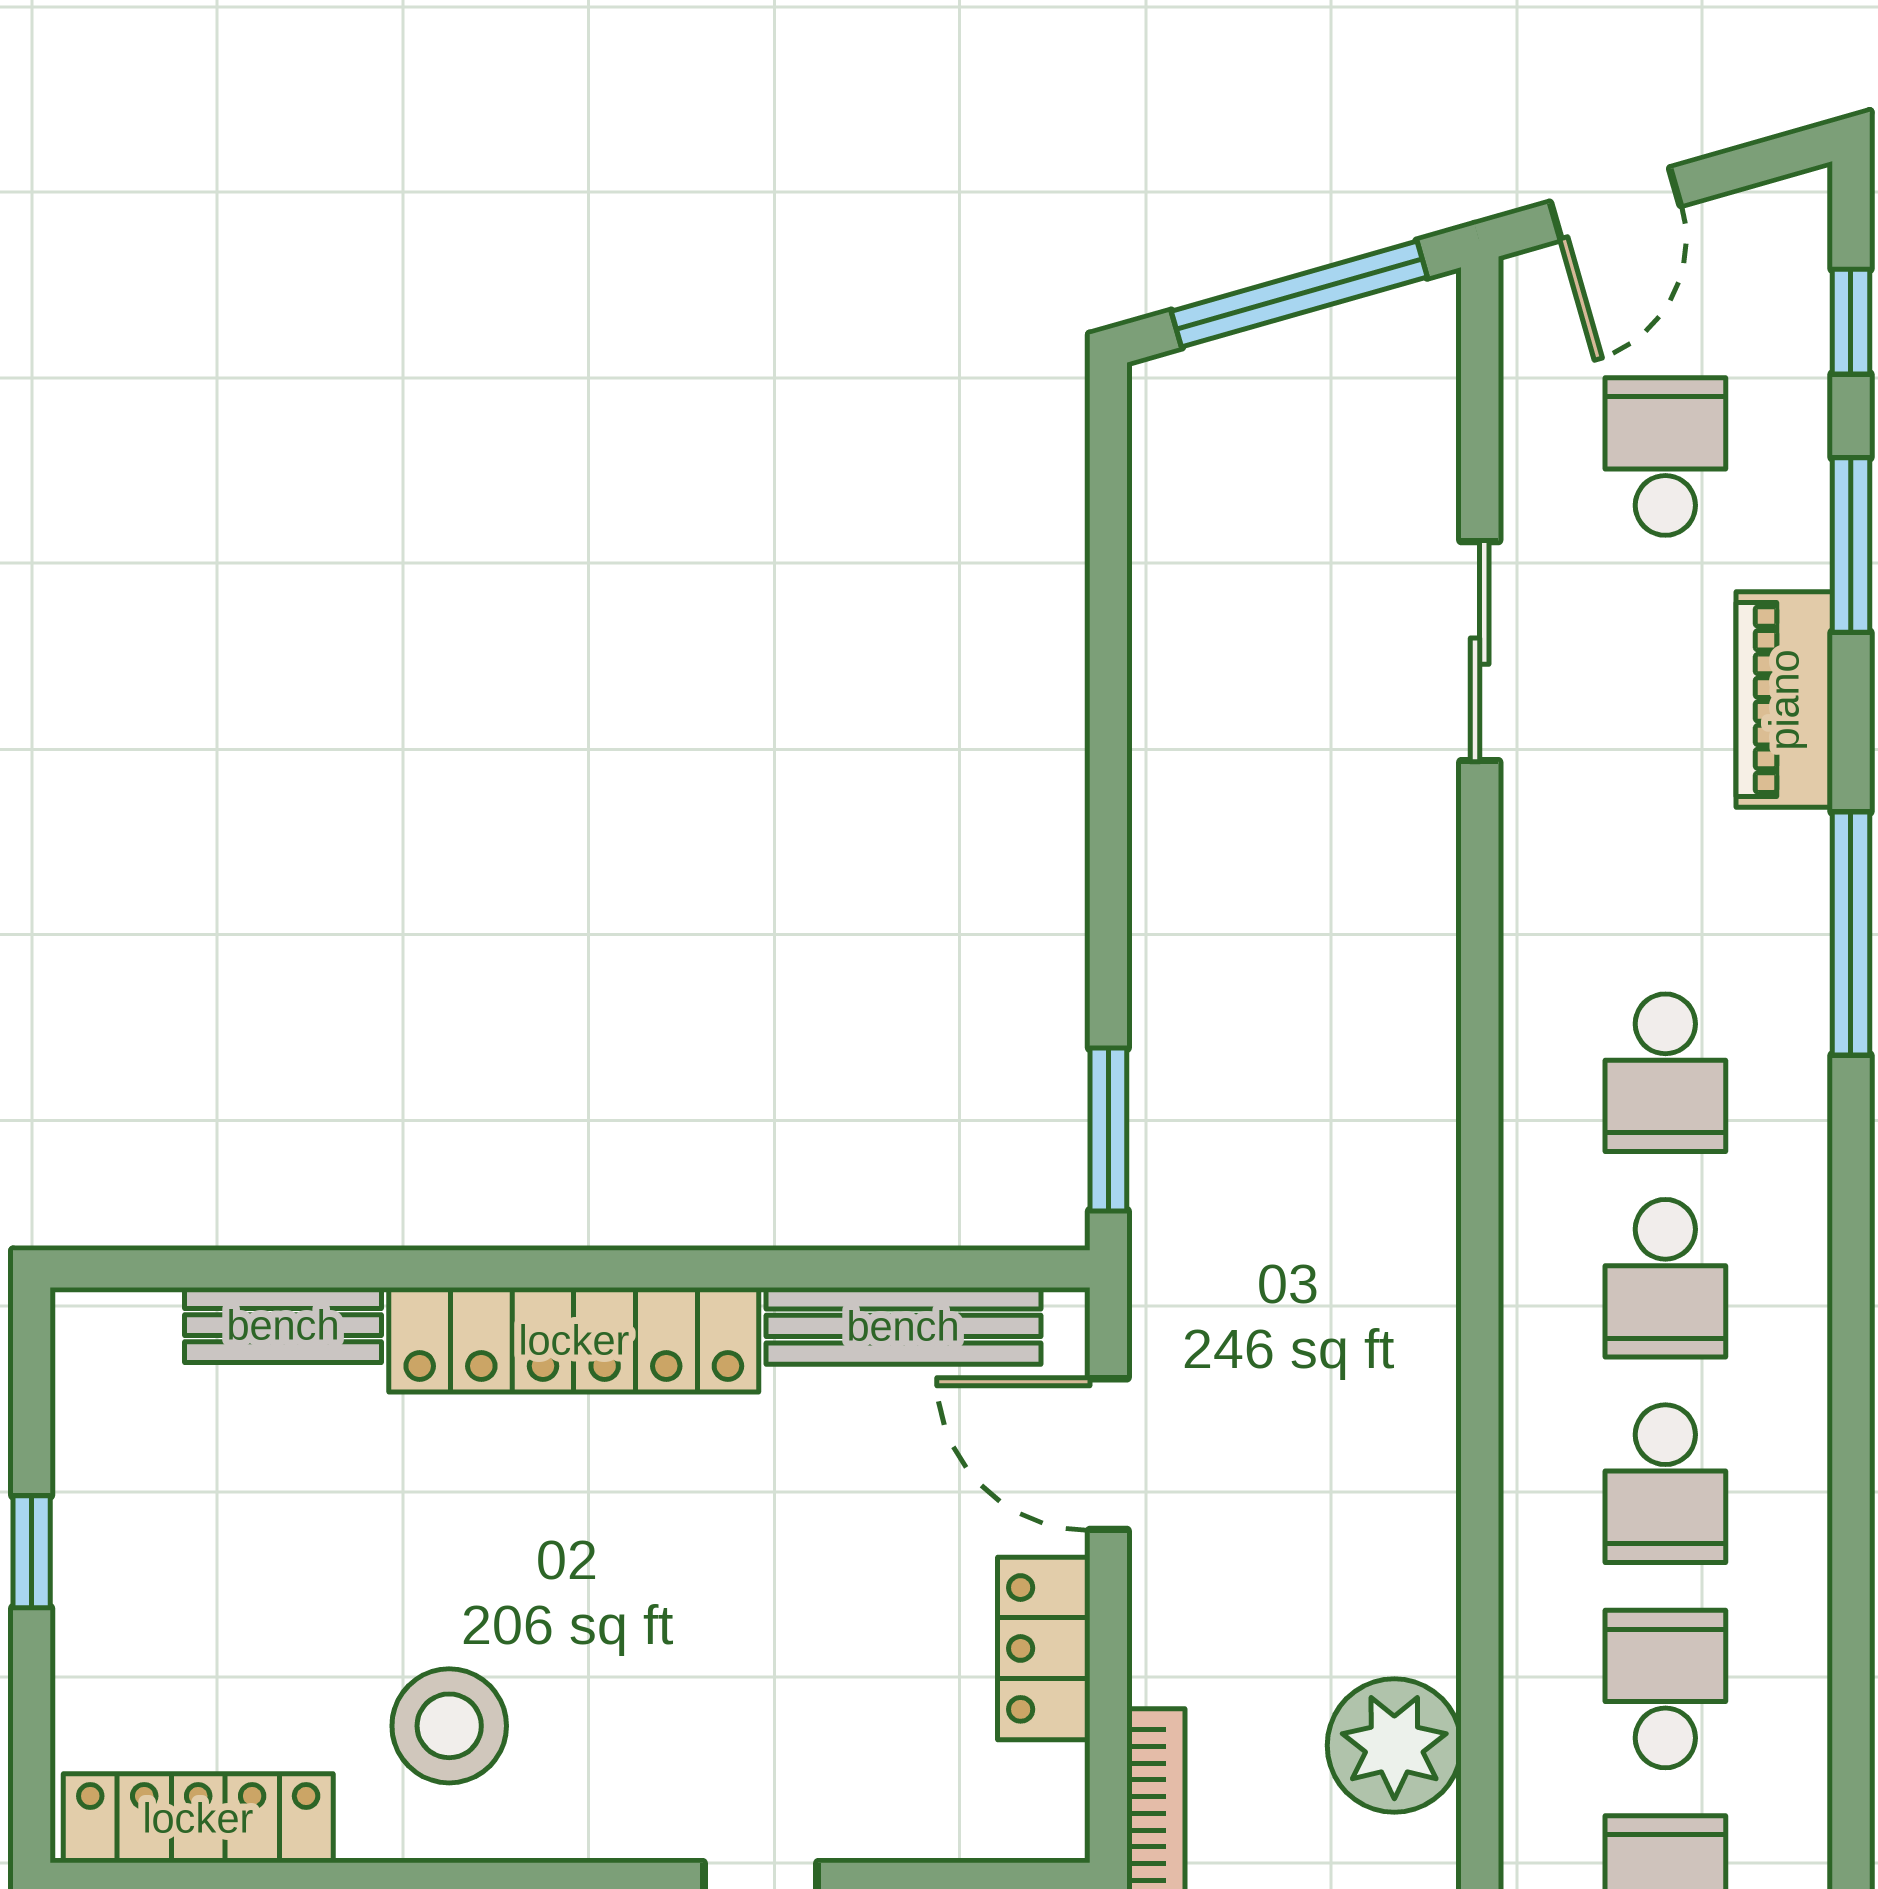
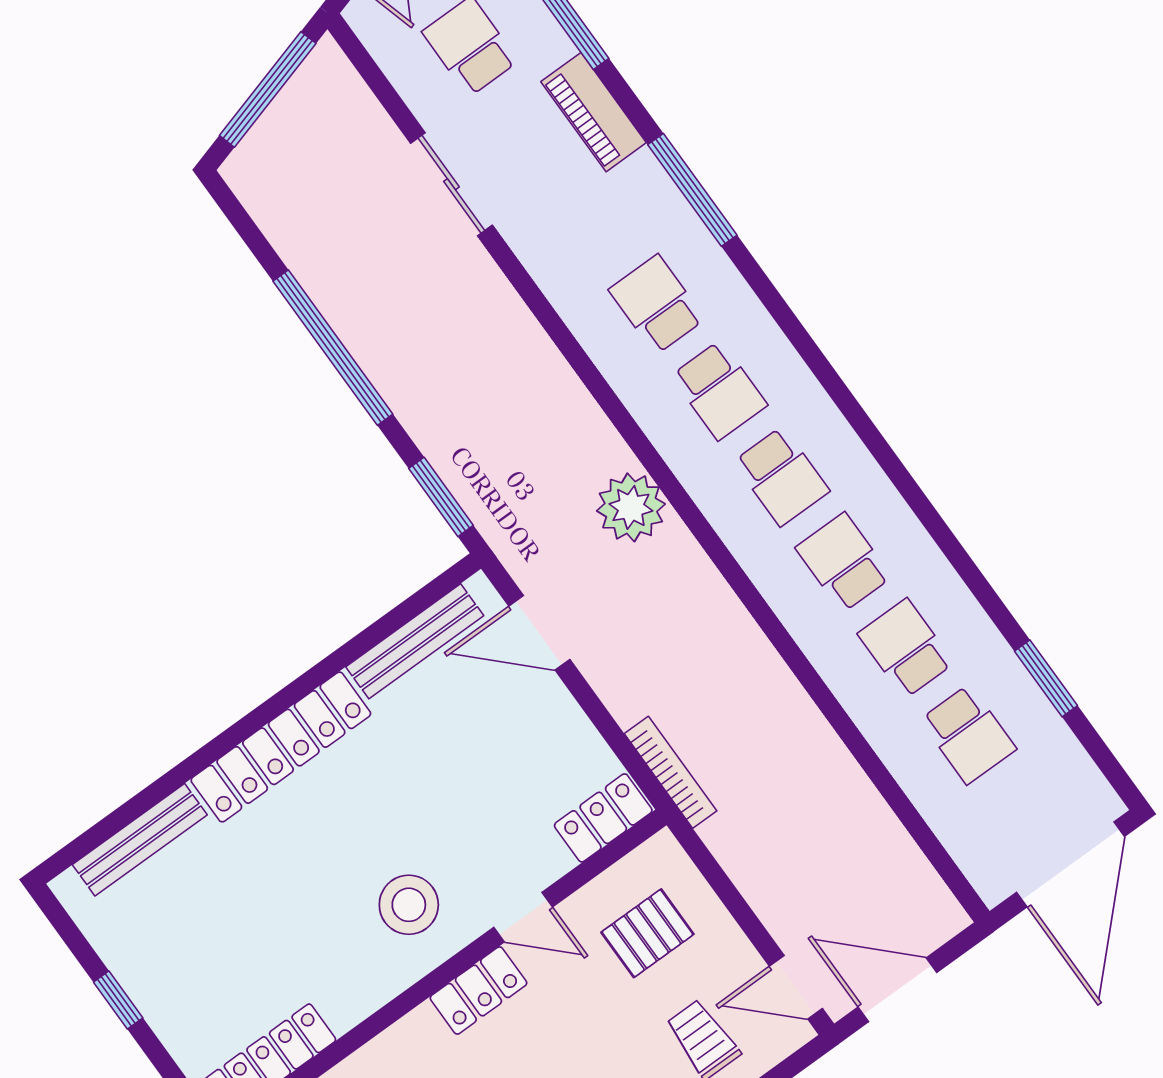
window: (1108, 773) -> (333, 348), added
school desk: (1665, 1073) -> (657, 304), turned 180
bench: (283, 1325) -> (140, 840), width x1.36
locker: (1044, 1648) -> (603, 818), moved, turned 90
stool: (449, 1726) -> (409, 905), moved
plant: (1394, 1745) -> (631, 507), moved

